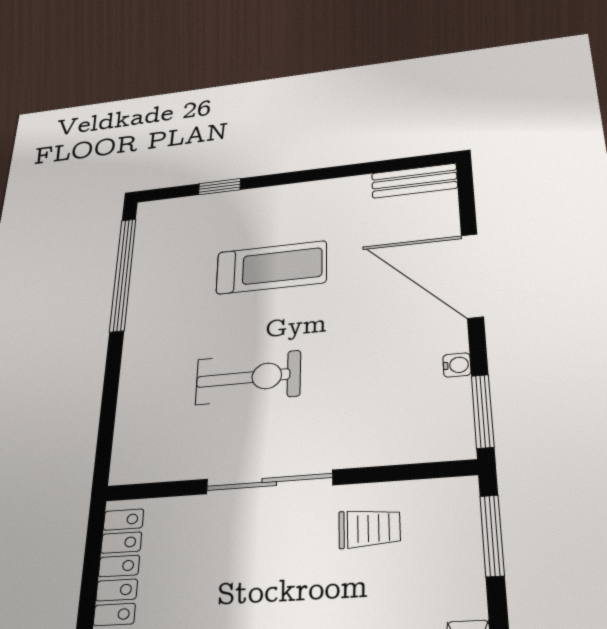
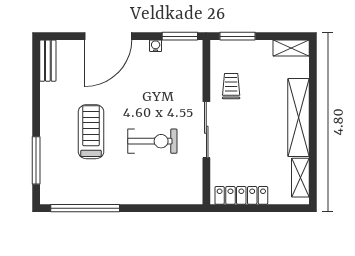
window: (220, 187) -> (36, 160), width x2.17
exercise bike: (248, 378) -> (152, 141), turned 90

